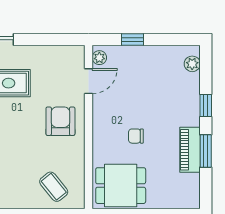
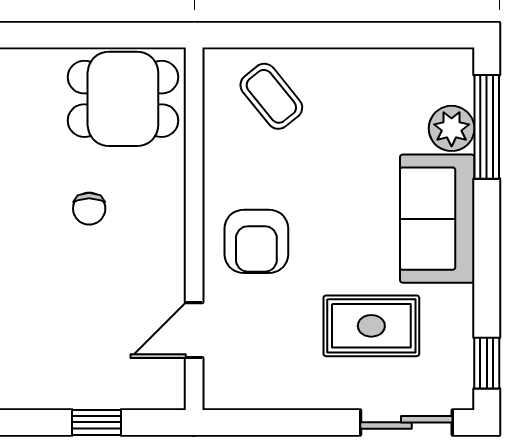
plant: (99, 58) -> (170, 382), removed
chair: (136, 136) -> (89, 209), turned 90

